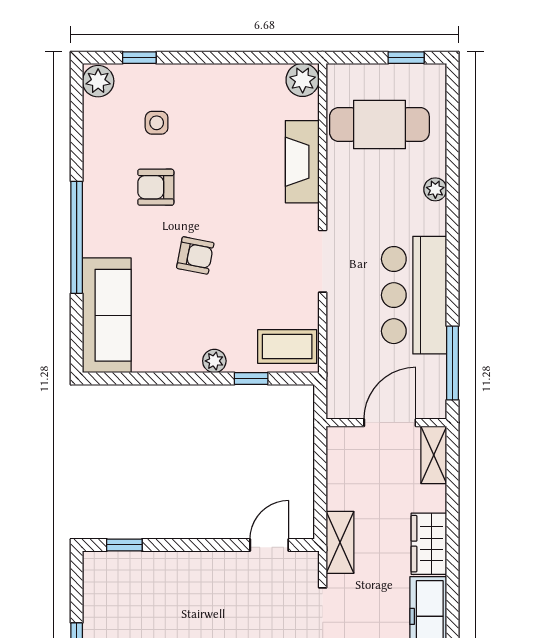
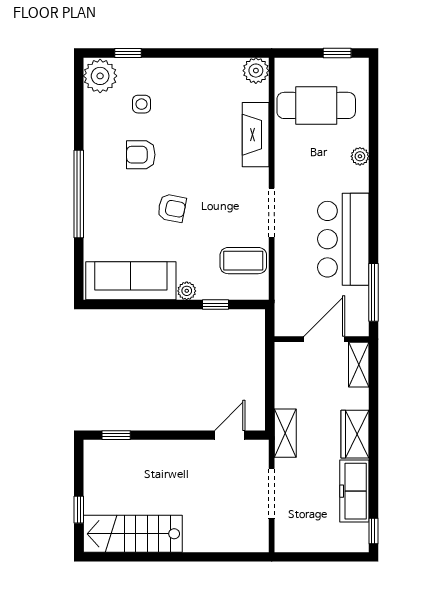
plant: (98, 81) -> (100, 76), width x1.36, depth x1.36
sofa: (107, 315) -> (131, 281), moved, turned -90
coffee table: (287, 347) -> (243, 261), moved

